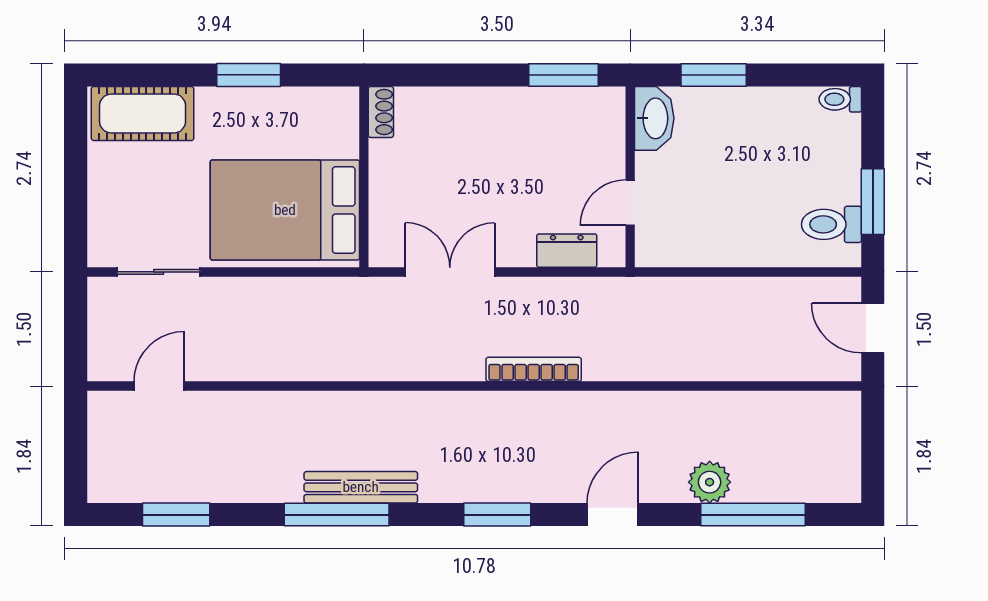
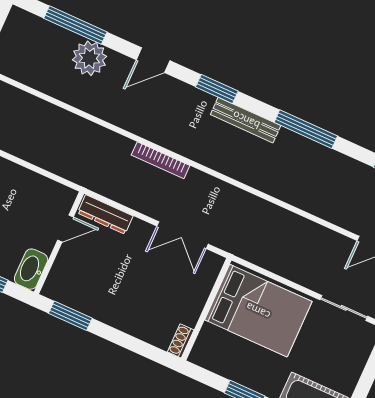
dresser: (567, 251) -> (105, 214), width x1.44
plant: (710, 482) -> (89, 58), width x1.36, depth x1.36
bench: (361, 487) -> (246, 120), moved

